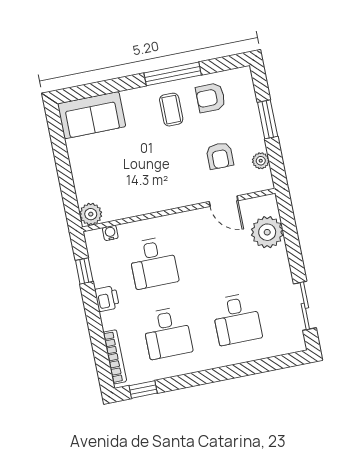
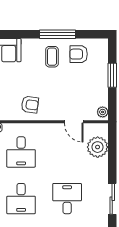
armchair: (220, 156) -> (30, 105), moved, turned -82
plant: (261, 161) -> (103, 112), moved
desk: (237, 319) -> (67, 199), turned 180

